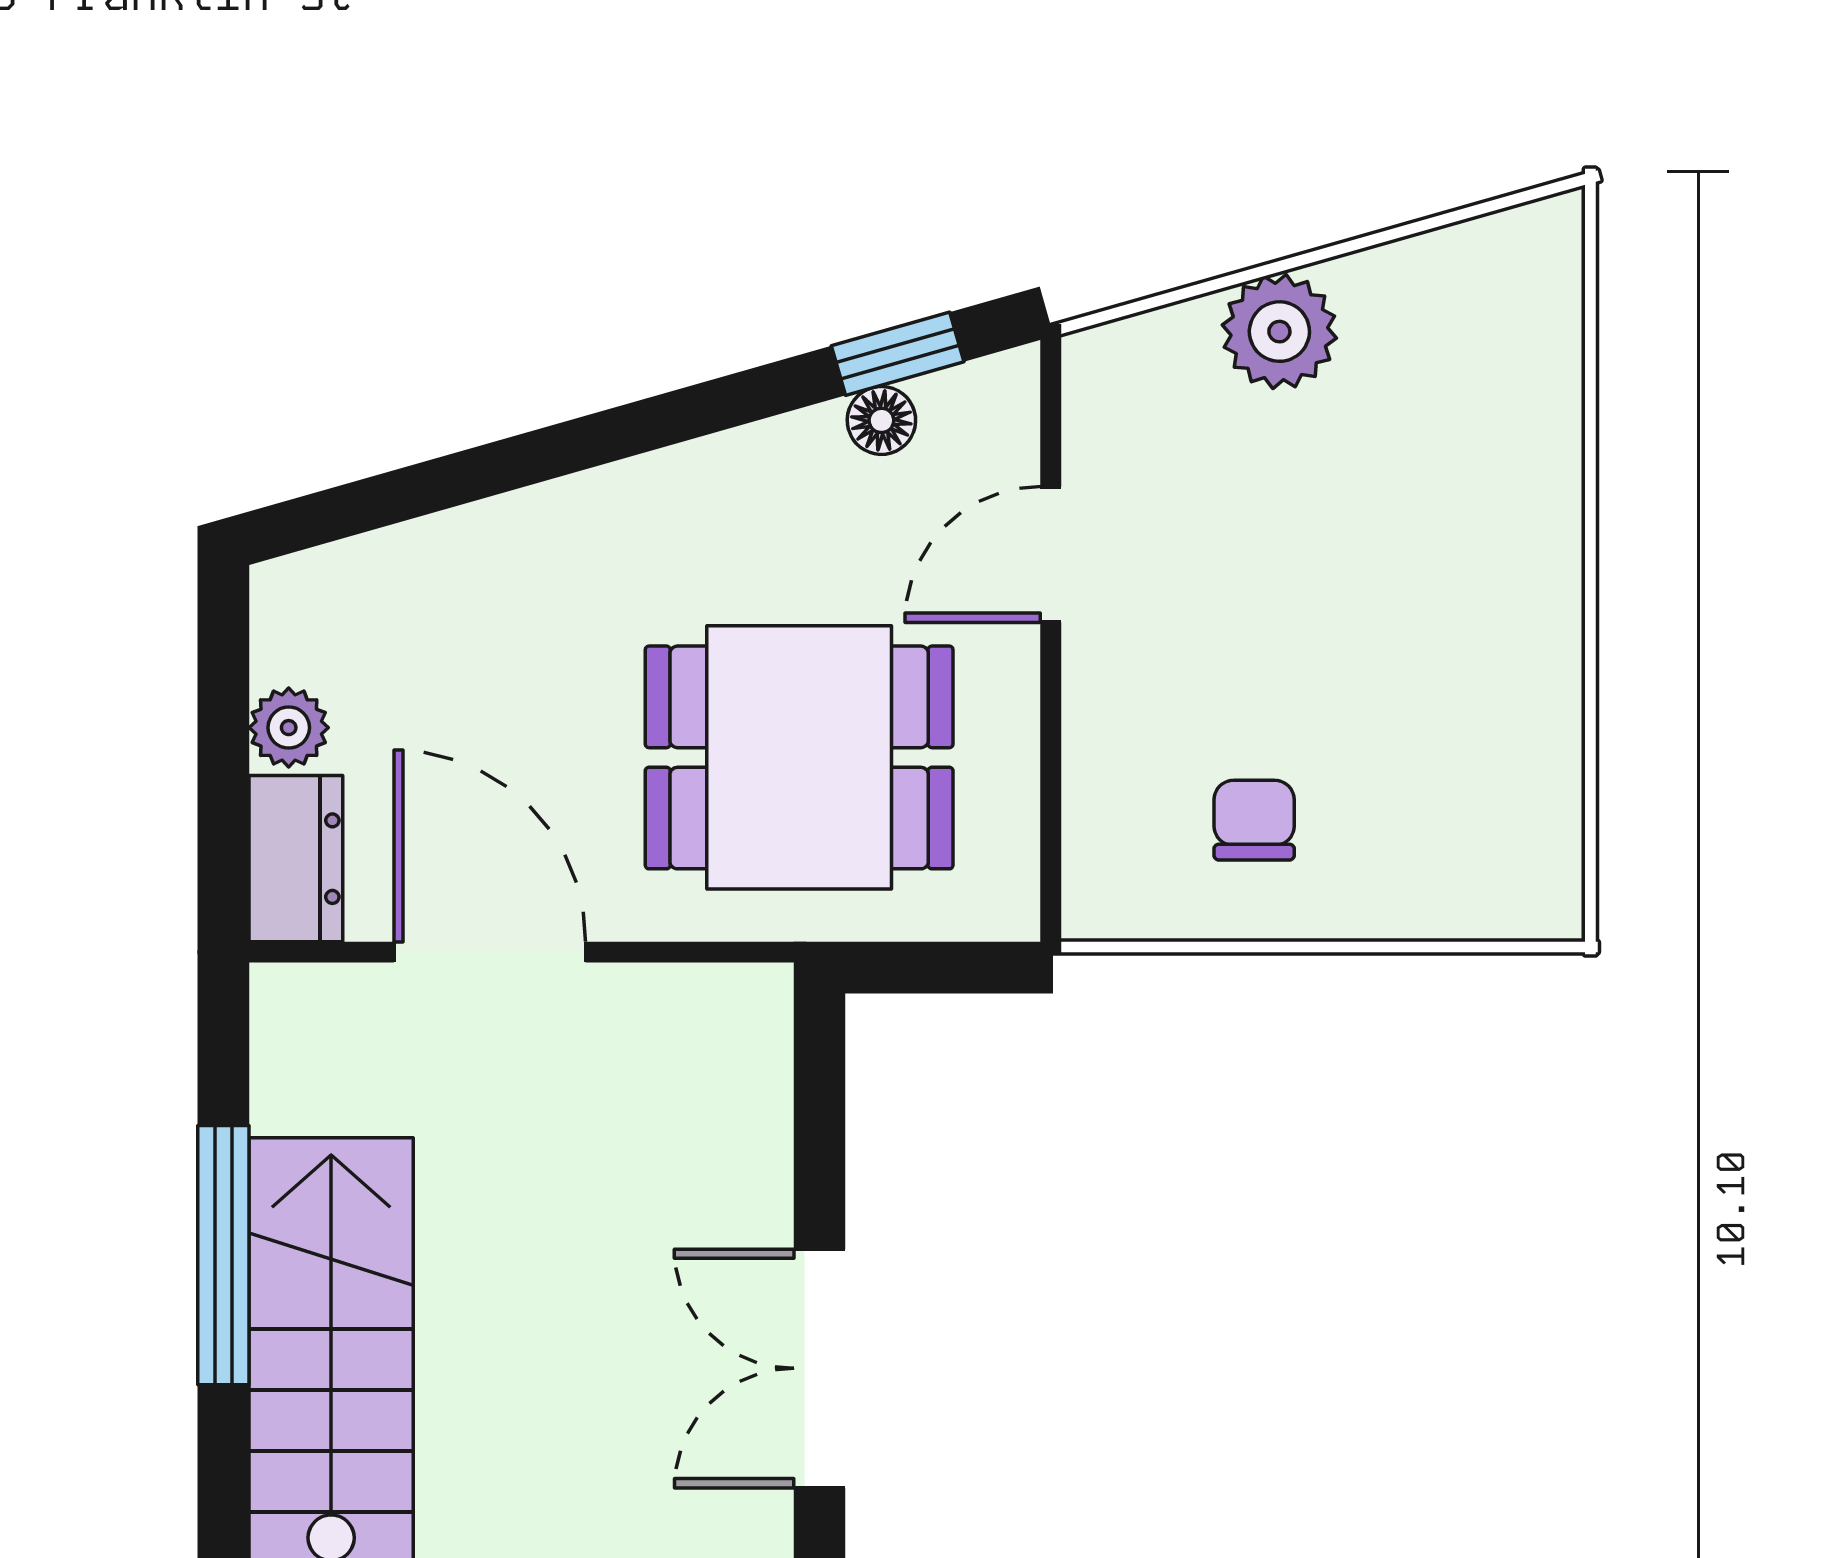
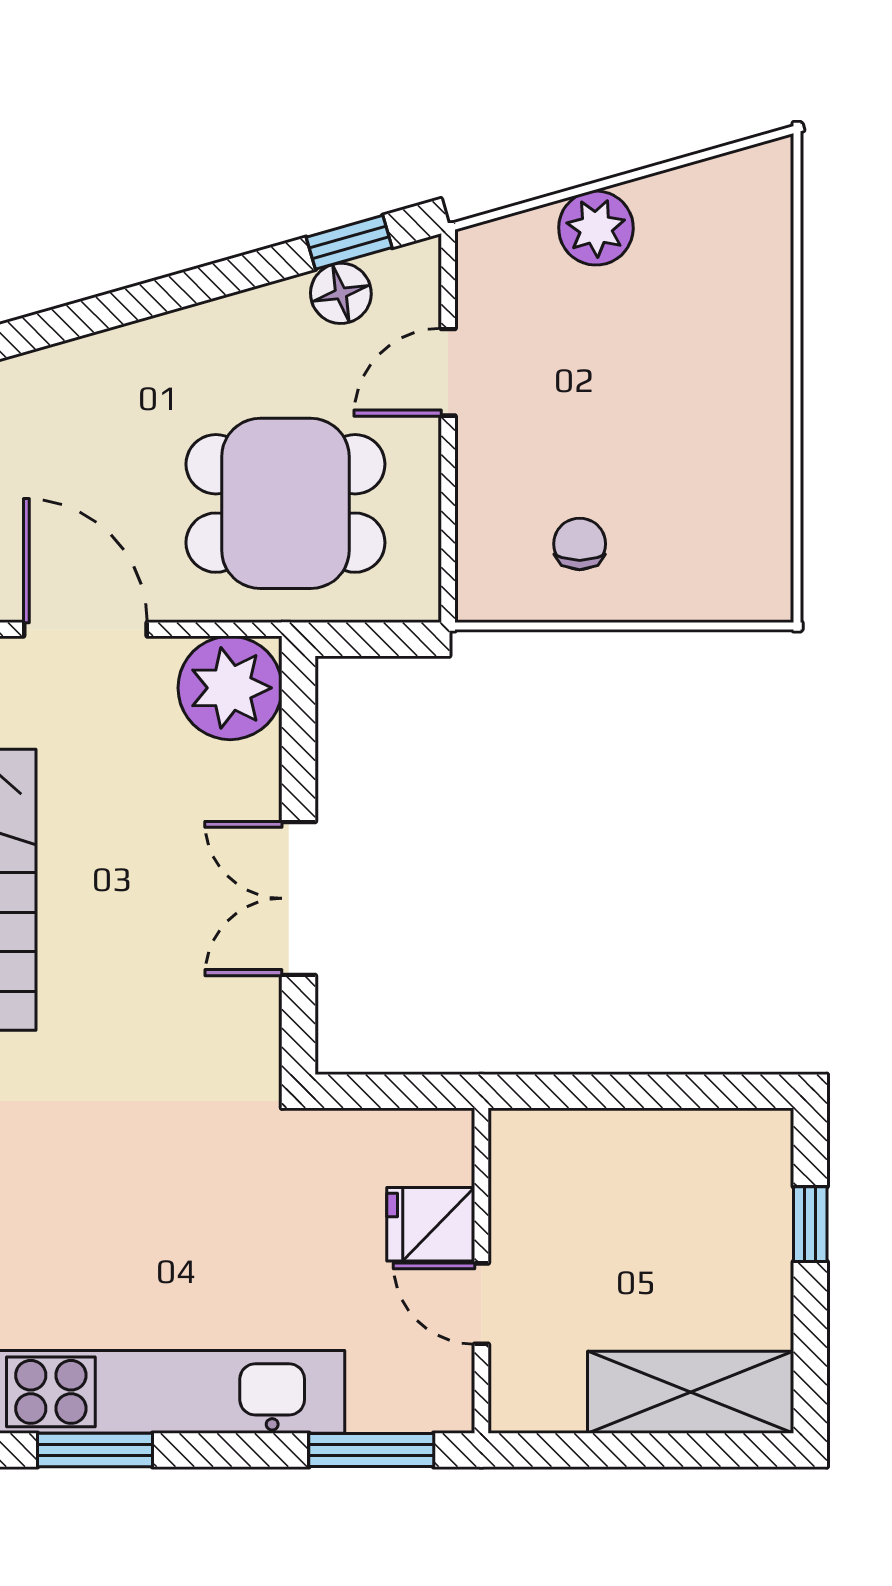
floor lamp: (881, 420) -> (341, 293), width x1.37, depth x1.37
plant: (714, 1043) -> (230, 688), added

